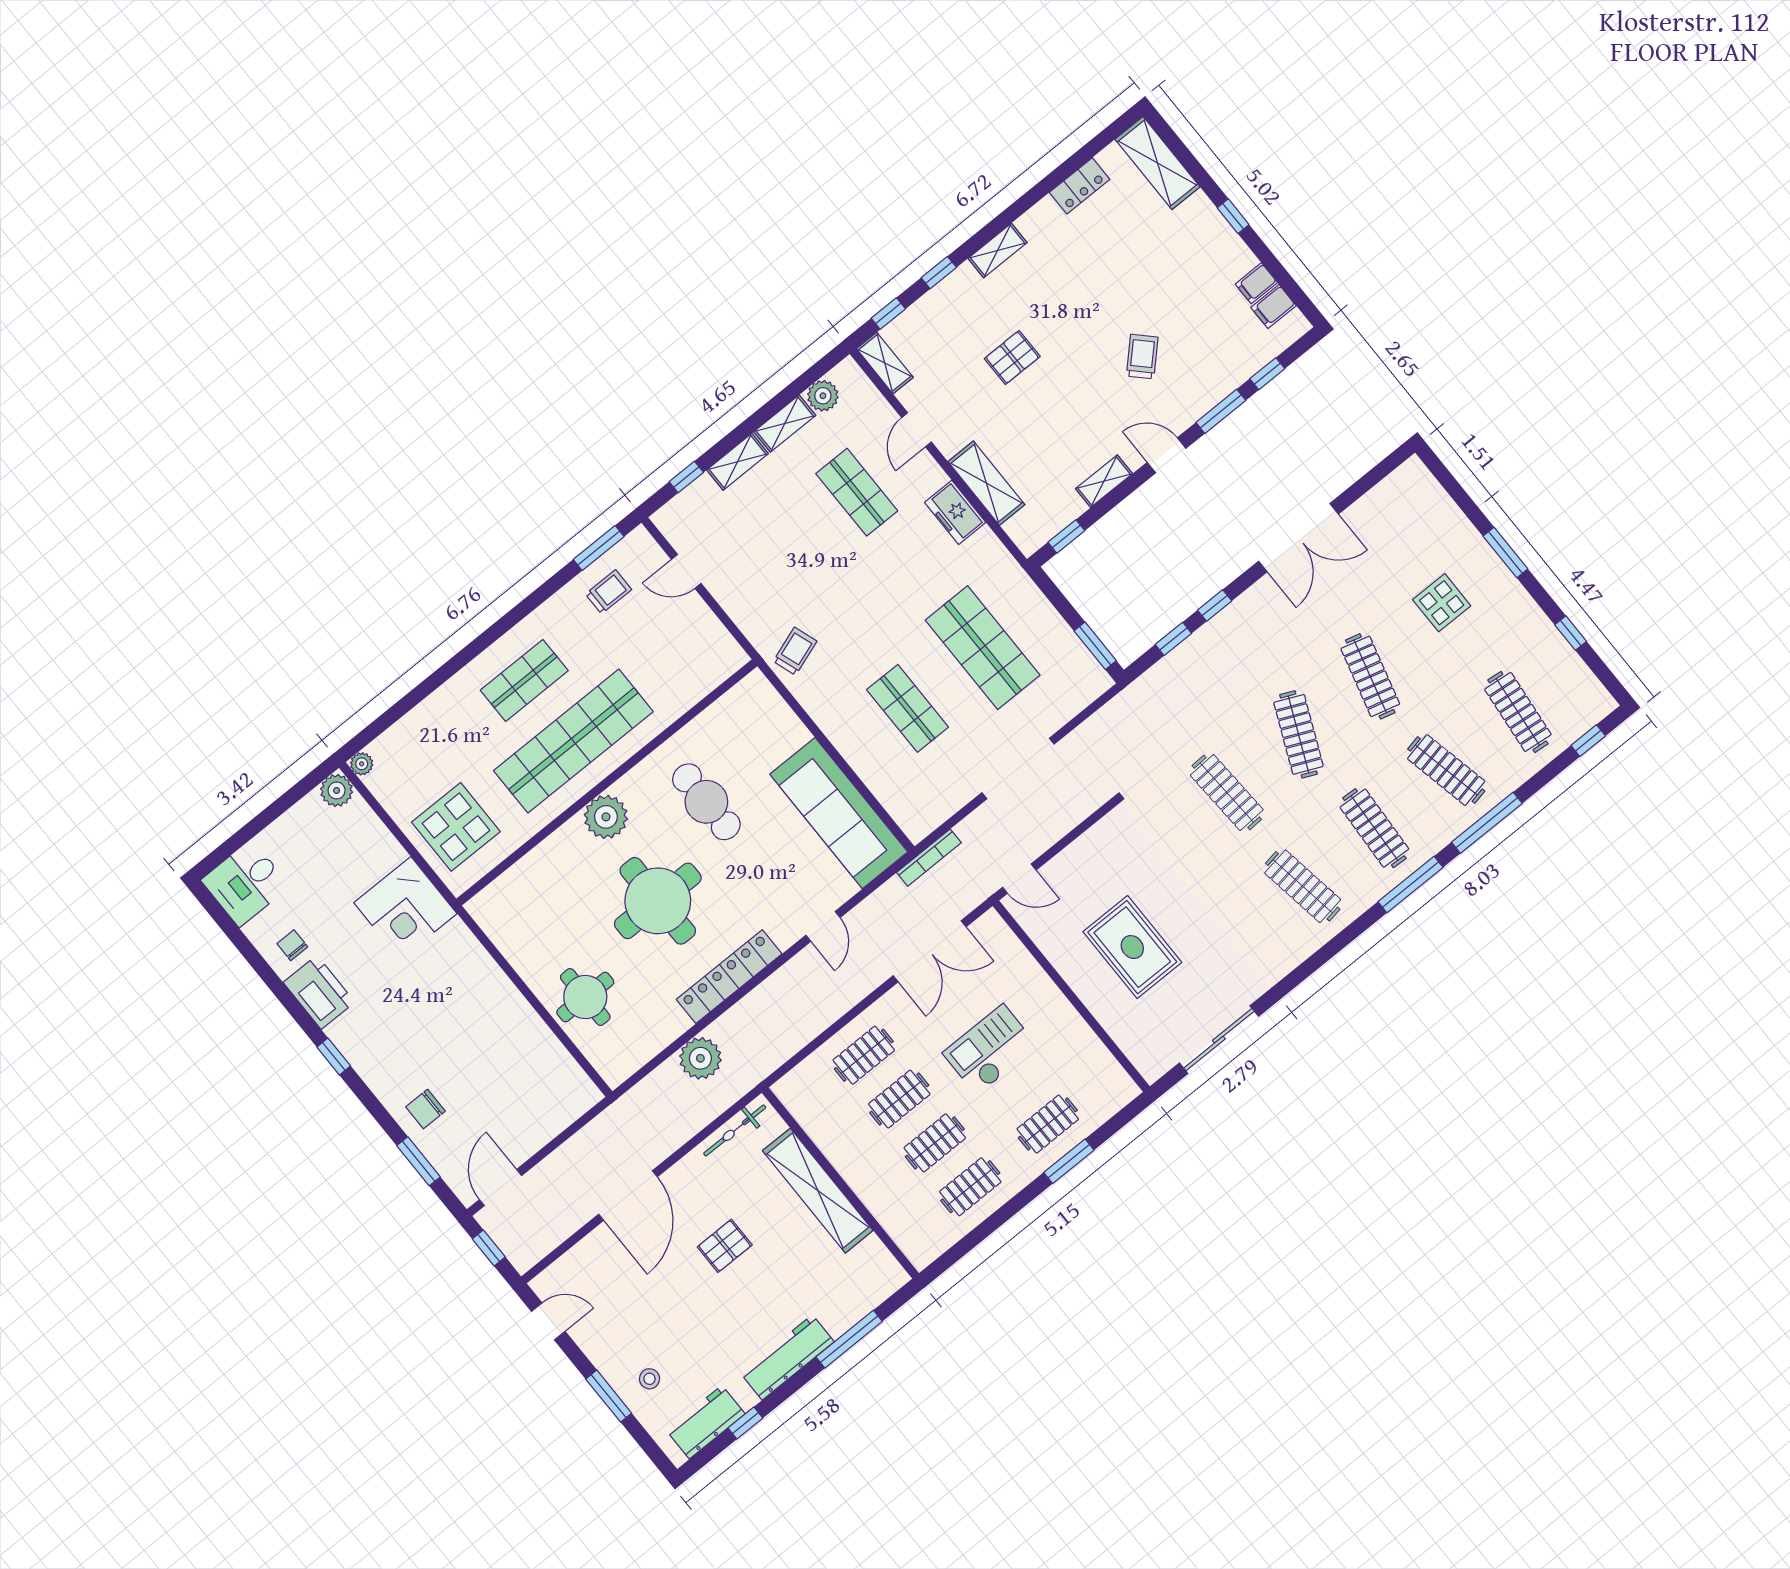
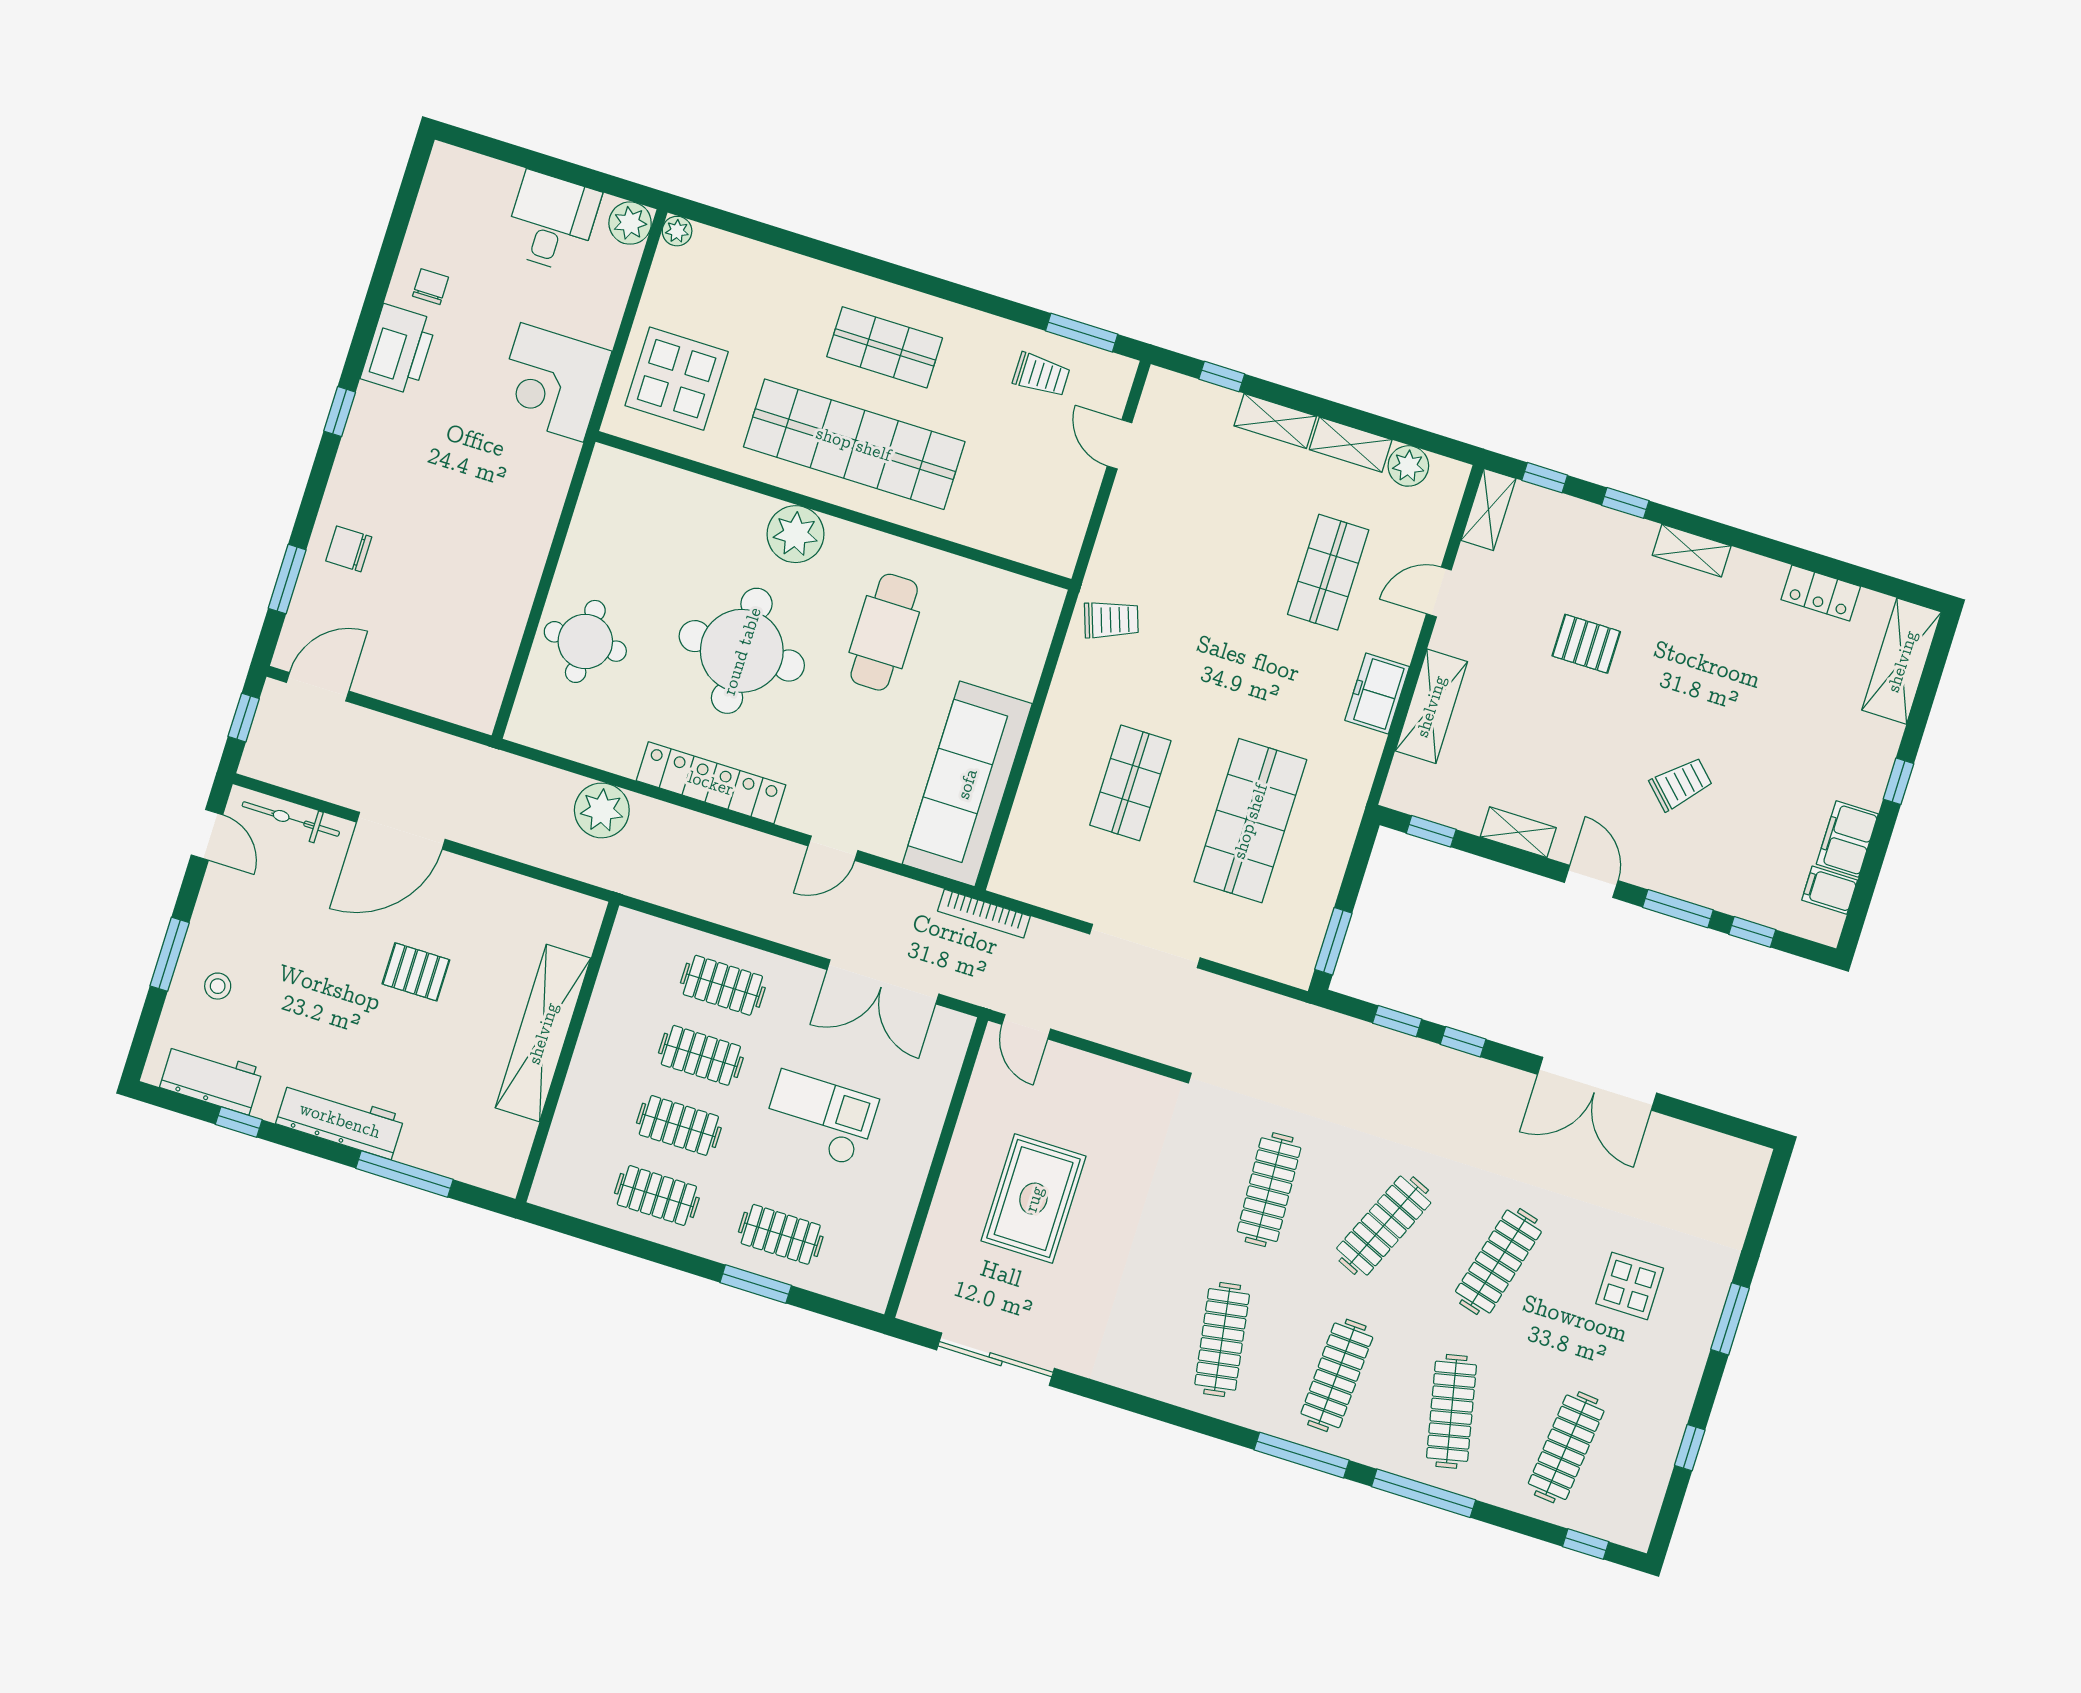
filing cabinet: (1256, 283) -> (1847, 839), width x2.00
desk: (246, 883) -> (552, 222), moved, turned 90
bicycle: (735, 1131) -> (291, 819), moved

